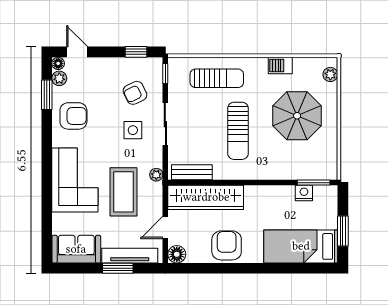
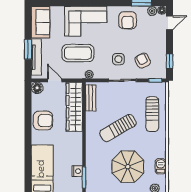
barbecue: (280, 65) -> (161, 166), moved
sun lounger: (238, 131) -> (118, 128), turned -30

